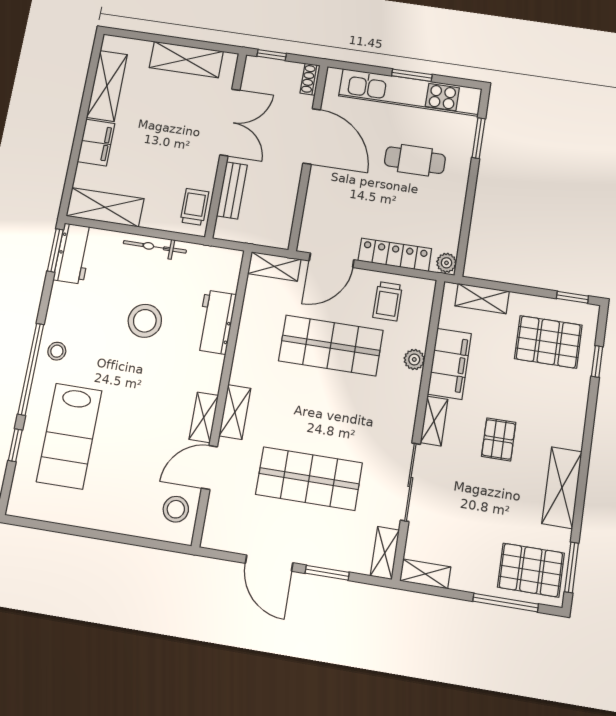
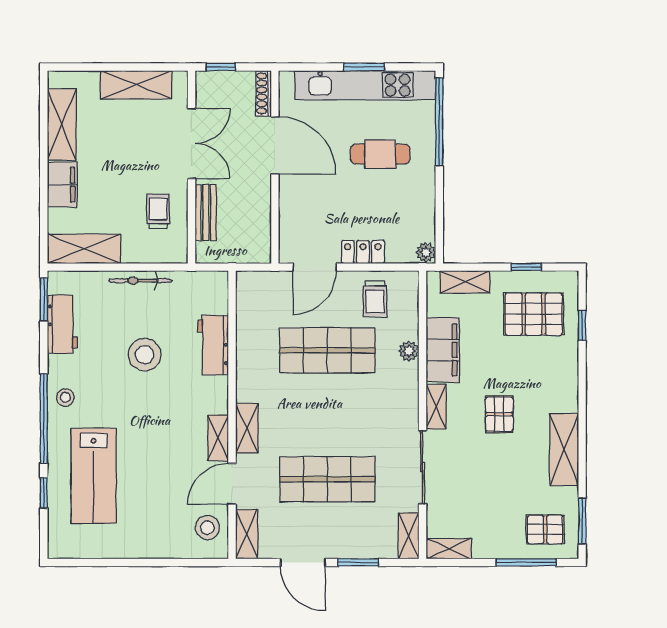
shoe rack: (310, 79) -> (264, 93), width x1.43
window: (479, 138) -> (439, 122), width x2.11
trolley: (194, 207) -> (158, 211), moved
workbench: (74, 254) -> (62, 324), moved
locker: (395, 255) -> (363, 252), width x0.66
shelving: (274, 266) -> (247, 534), moved, turned 90
window: (572, 297) -> (526, 267), moved
pallet: (531, 570) -> (545, 529), width x0.67, depth x0.71

